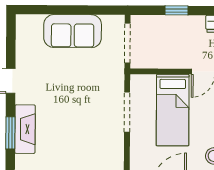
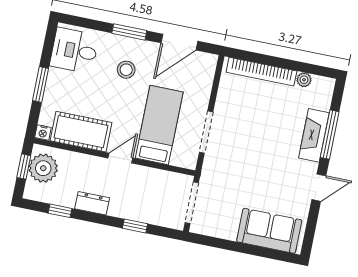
sofa: (73, 31) -> (269, 231), moved
window: (10, 133) -> (330, 135), width x1.44

